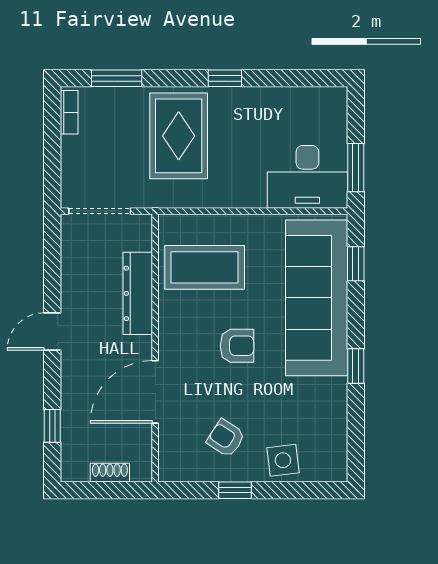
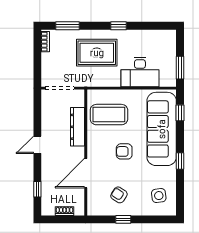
rug: (179, 136) -> (97, 53), turned 90
desk: (307, 177) -> (140, 72), moved
armchair: (237, 346) -> (124, 151), turned 180
side table: (283, 460) -> (159, 196), moved

